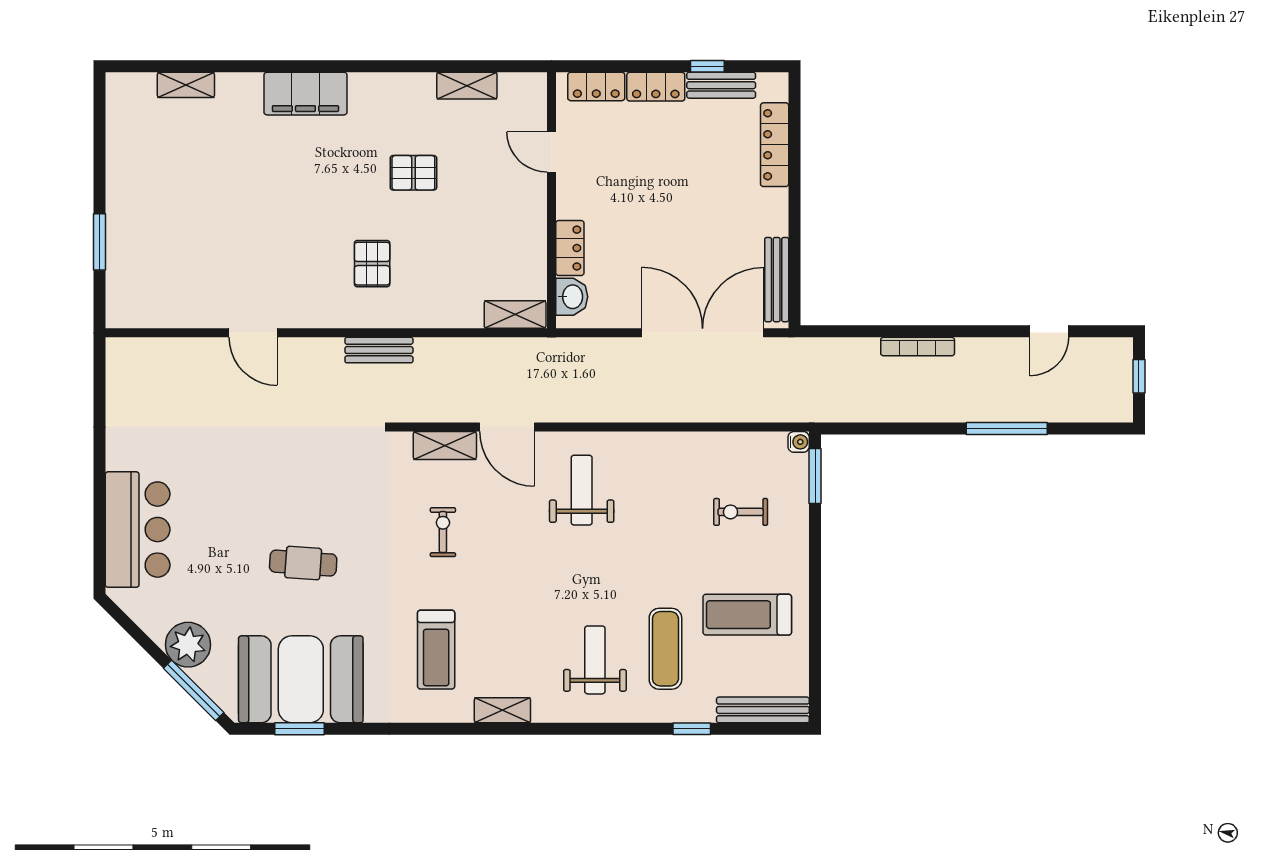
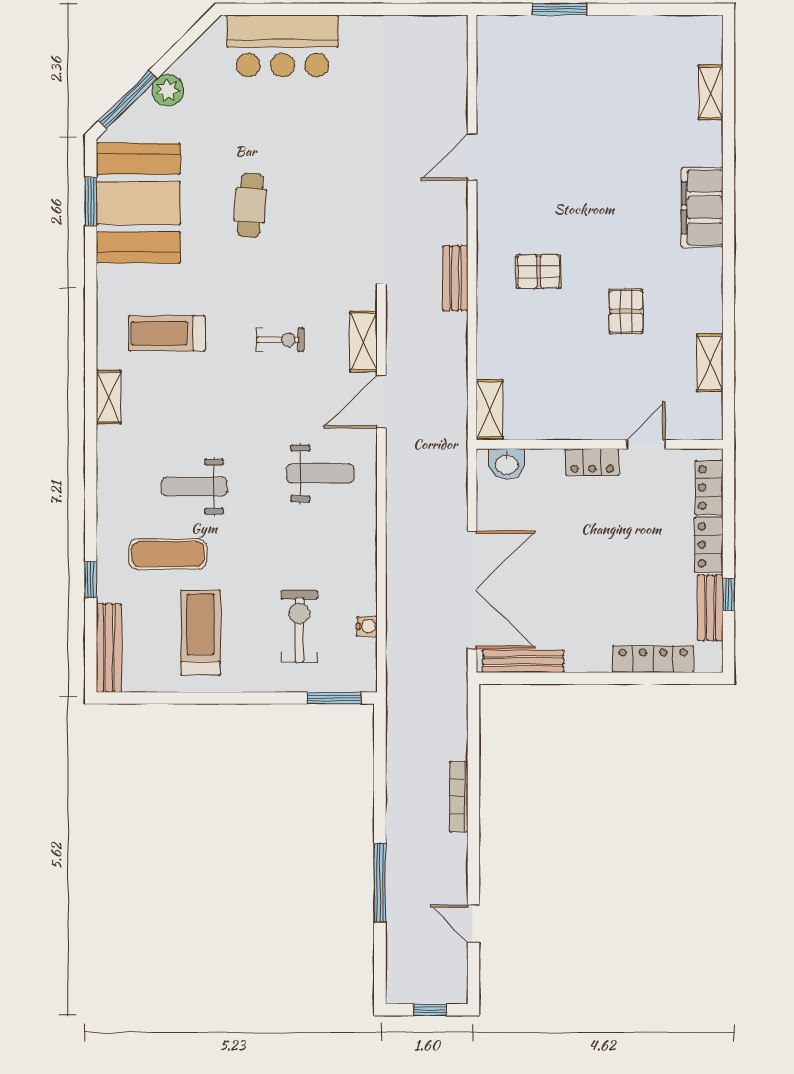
locker: (570, 248) -> (592, 462), moved
water cooler: (799, 442) -> (367, 626), moved, turned -90
exercise bike: (741, 512) -> (299, 626), width x1.38, depth x1.39
plant: (188, 645) -> (168, 90), width x0.73, depth x0.73
weight bench: (595, 660) -> (194, 487), moved, turned 180

